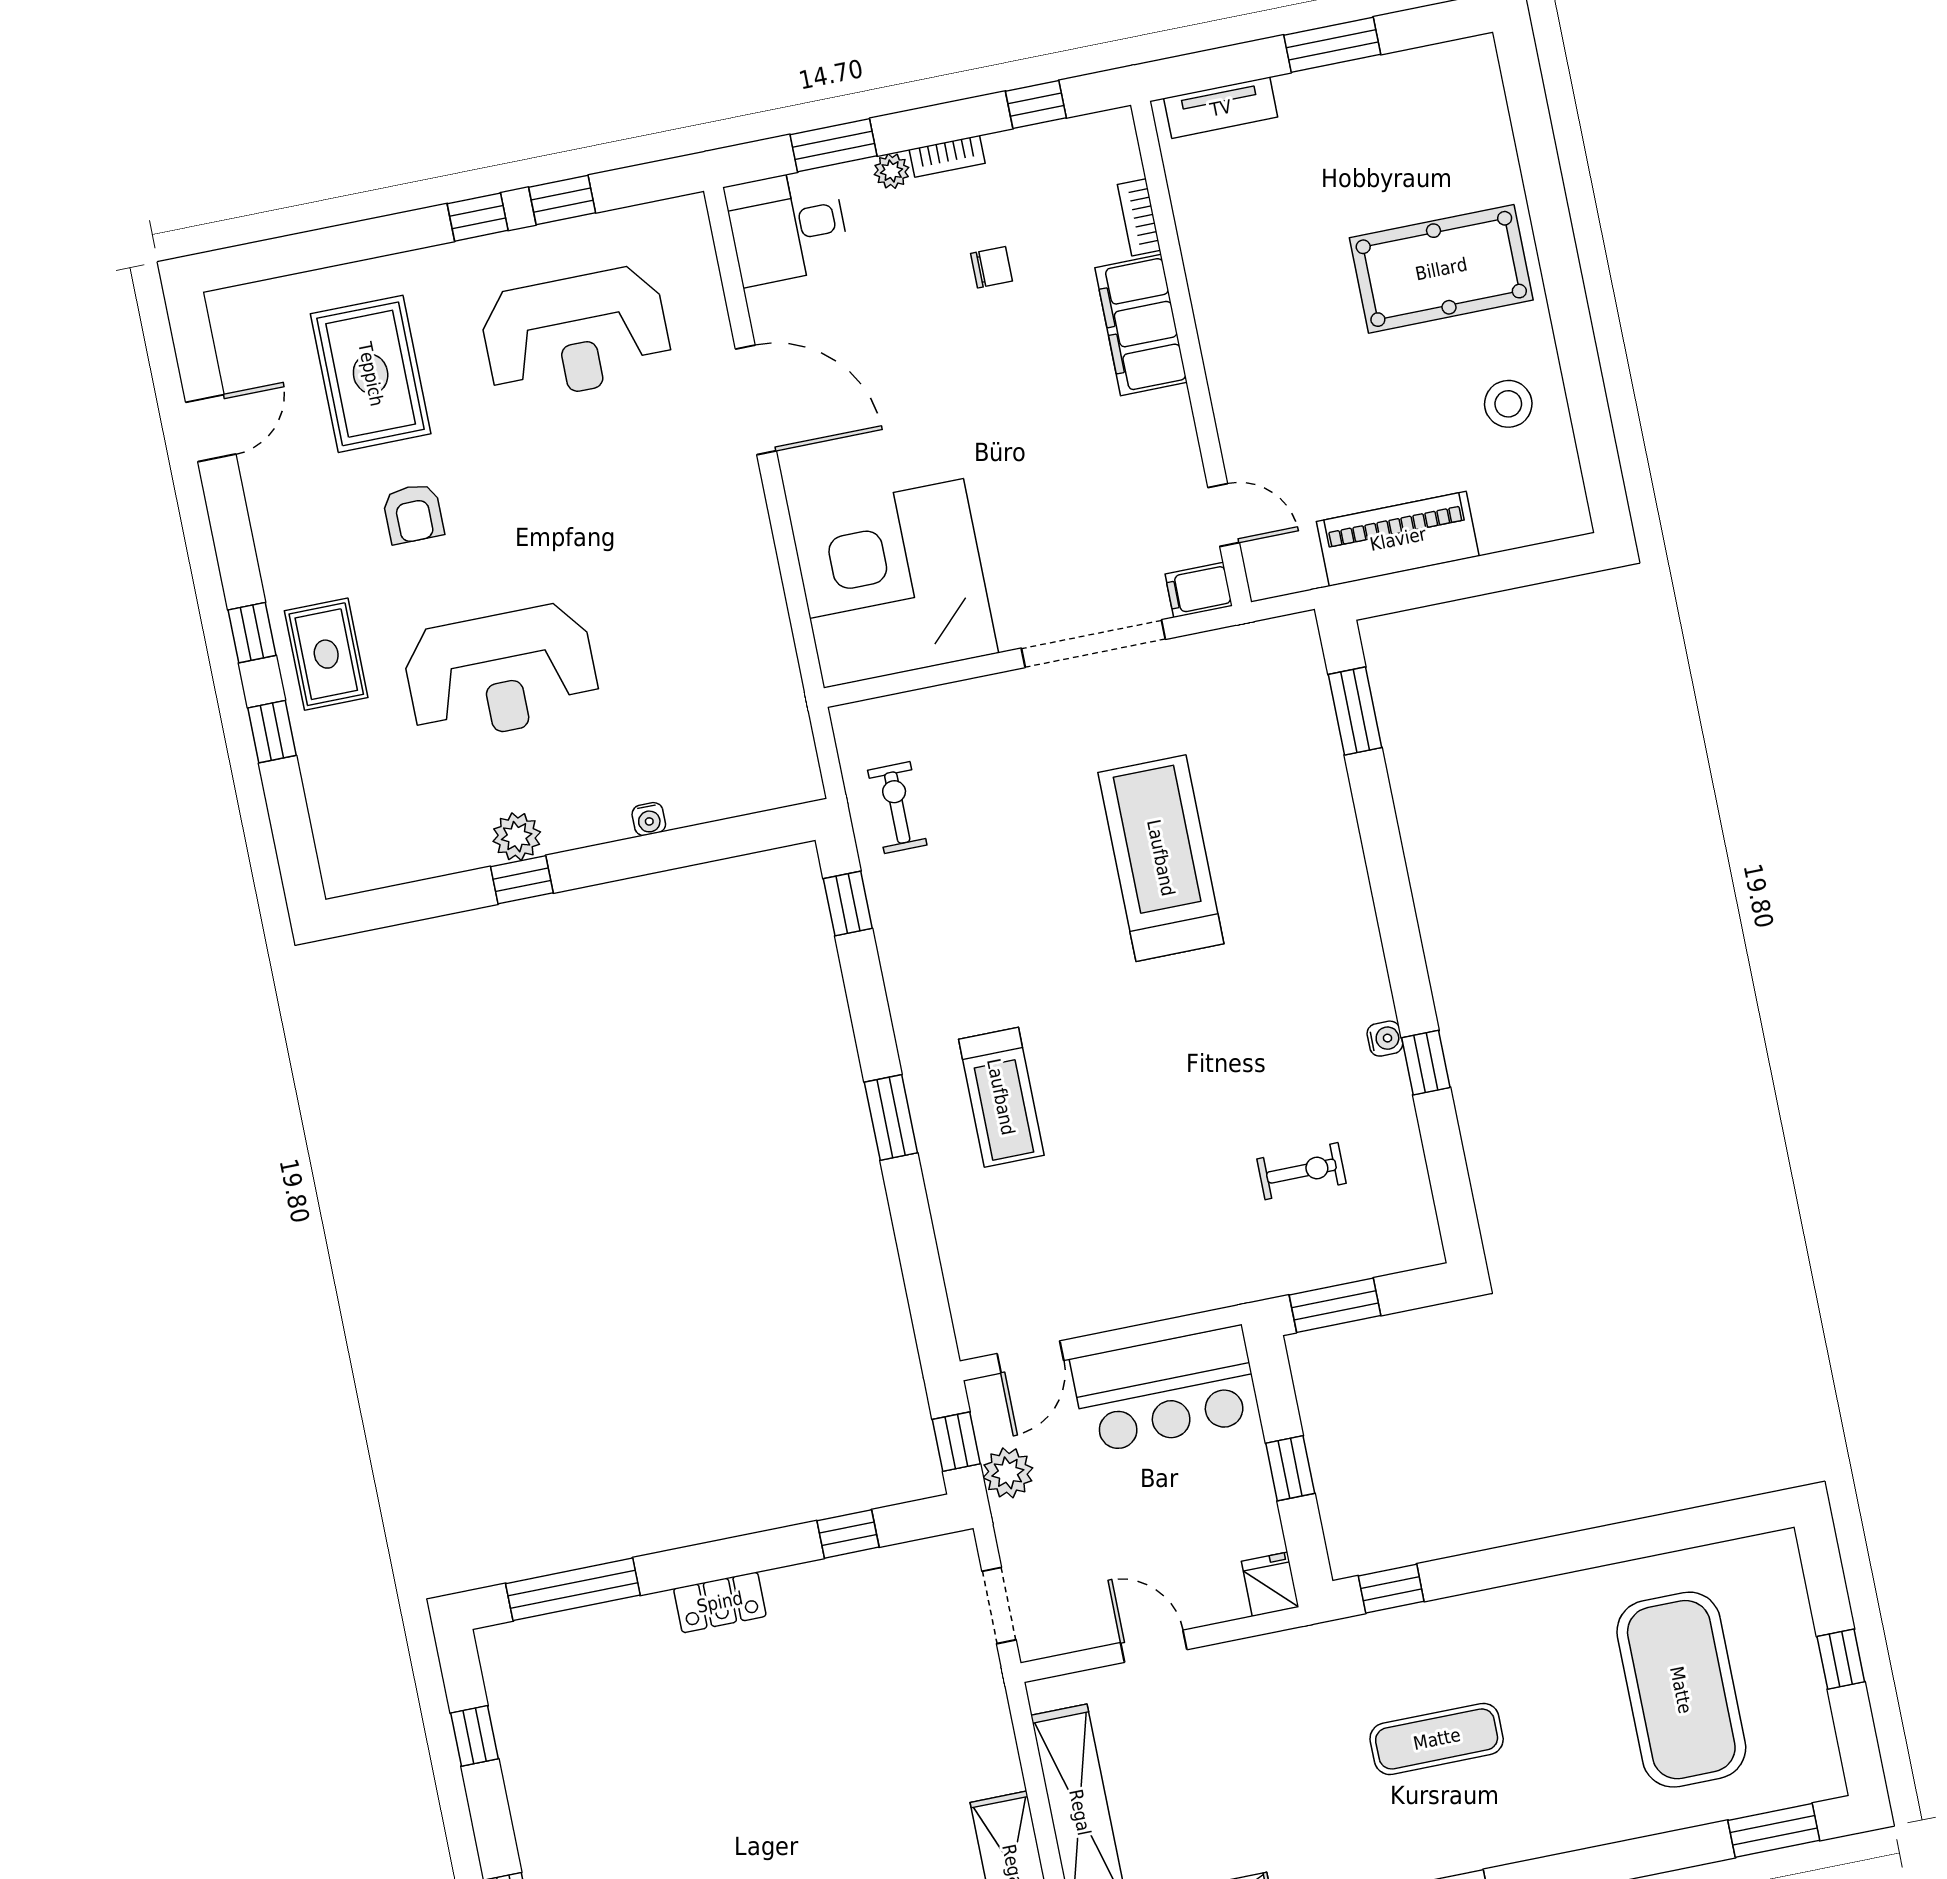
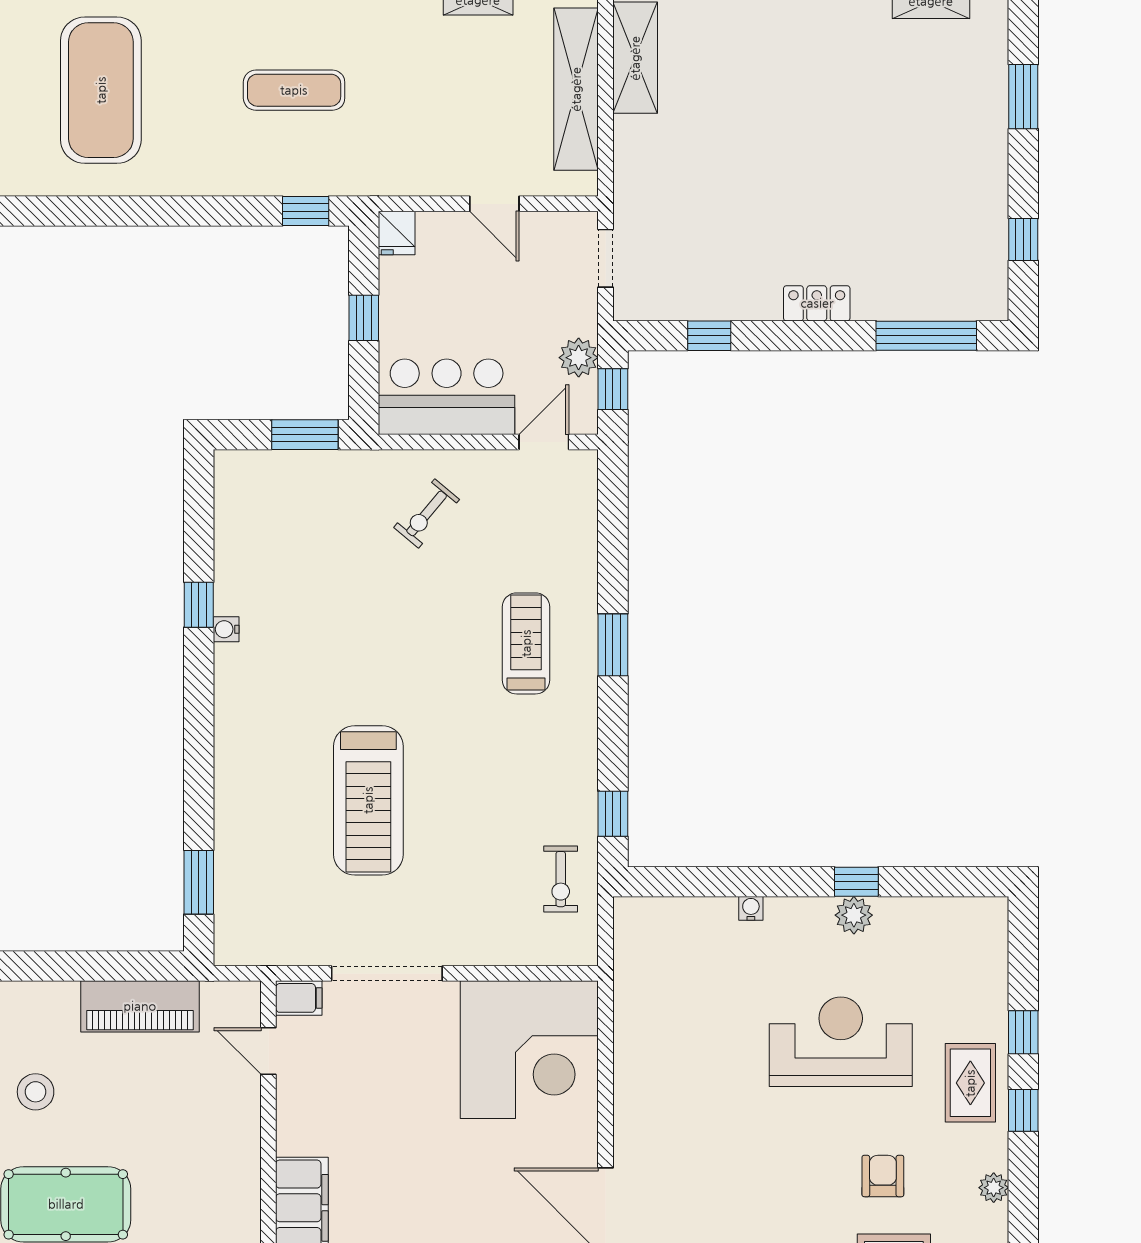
plant: (270, 527) -> (994, 1188), added
exercise bike: (1301, 1171) -> (427, 513), moved, turned -50

